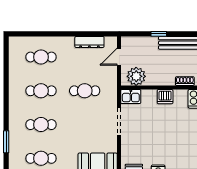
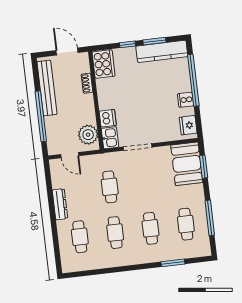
window: (159, 34) -> (41, 116), width x3.17
dresser: (89, 42) -> (60, 204), moved
dishwasher: (165, 97) -> (108, 118), moved

